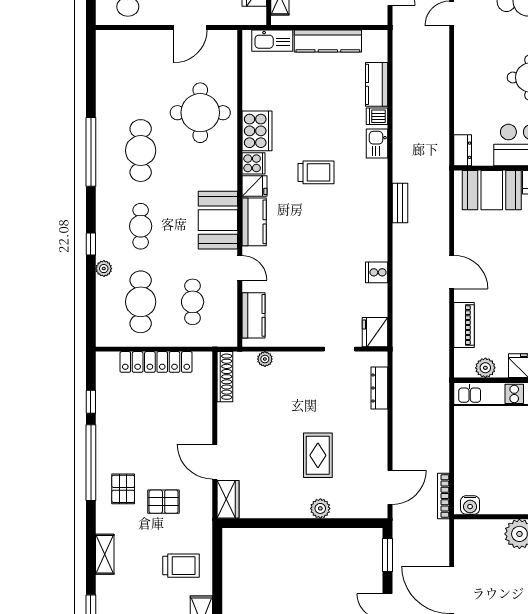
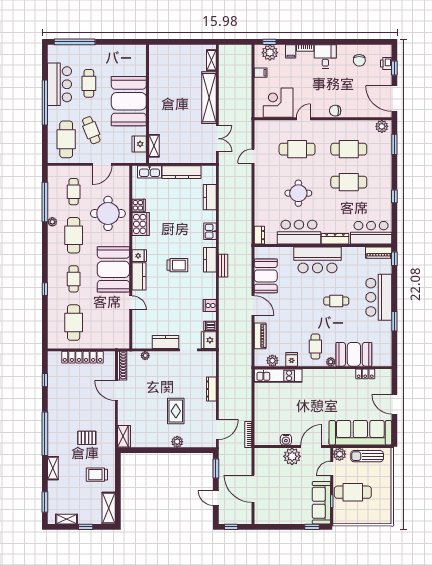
dishwasher: (377, 116) -> (210, 326), moved
window: (91, 152) -> (45, 202), moved
cooker: (253, 163) -> (139, 205), moved
trolley: (316, 172) -> (177, 265), moved
booth: (492, 190) -> (266, 276), moved, turned 90
kitchen counter: (377, 193) -> (210, 260), added
booth: (218, 220) -> (113, 269), width x1.36, depth x1.42
plant: (104, 269) -> (52, 222), moved
cafe table: (193, 302) -> (74, 192), moved
kitchen counter: (253, 315) -> (166, 342), moved, turned -90
dresser: (379, 388) -> (211, 389), moved
door: (215, 462) -> (116, 390), moved
window: (91, 463) -> (45, 434), moved
pallet: (123, 489) -> (64, 430), removed
water cooler: (470, 505) -> (286, 440), moved
trolley: (181, 566) -> (97, 475), turned 180

